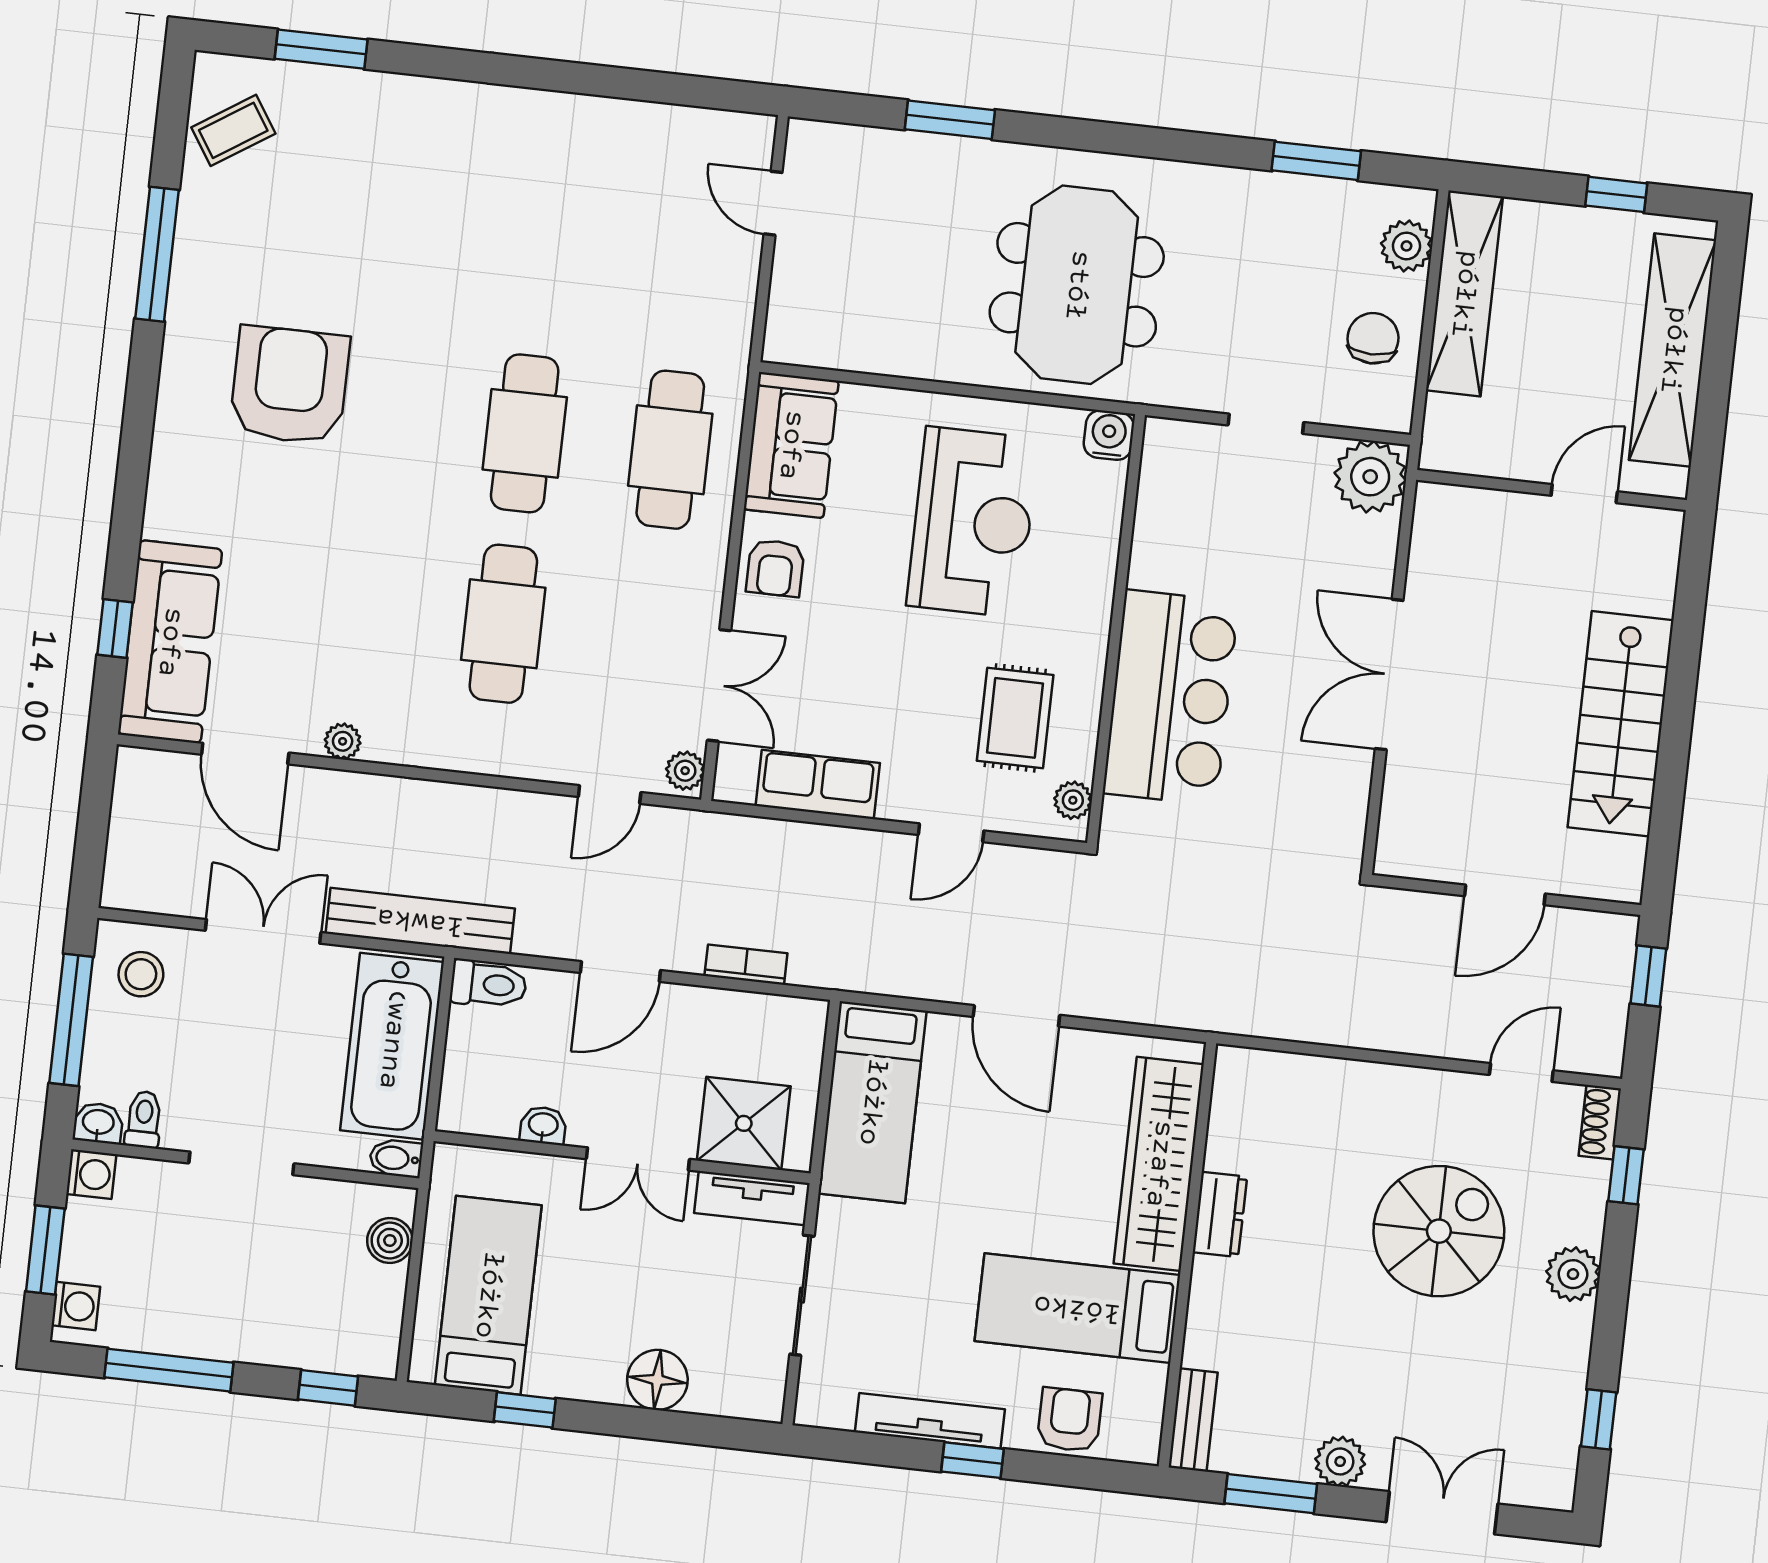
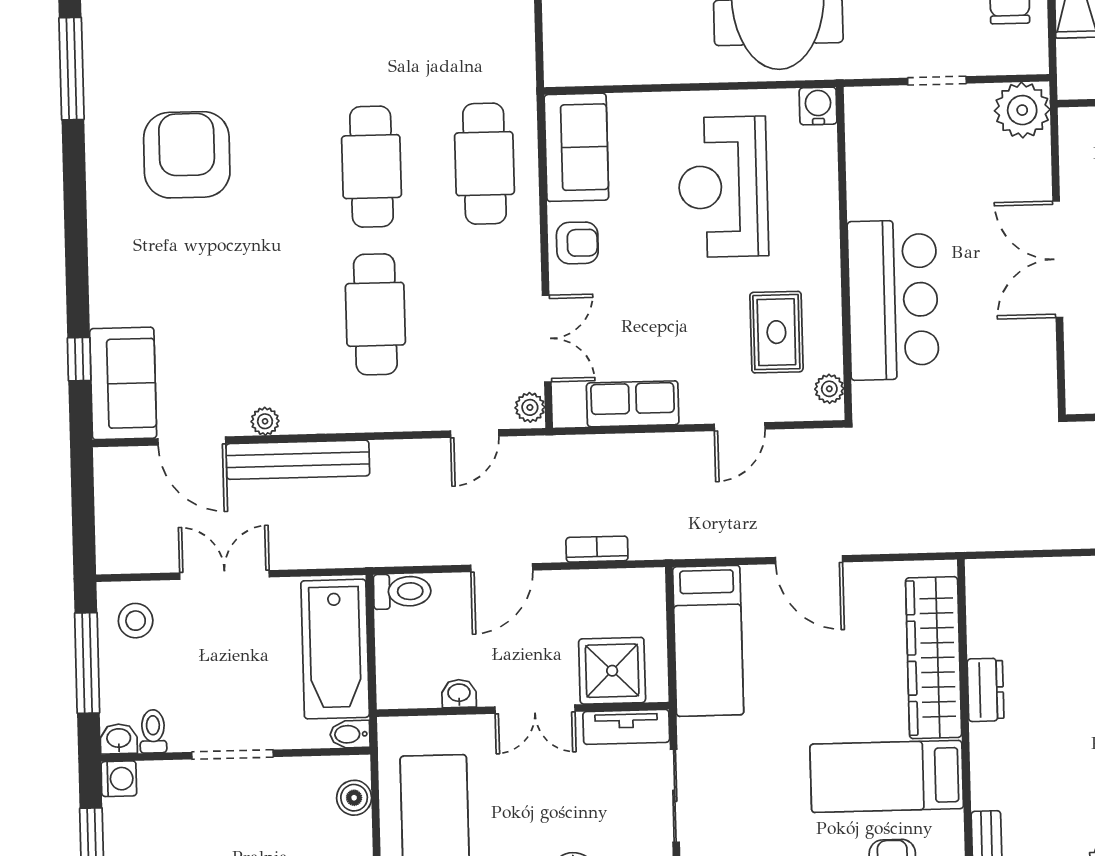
reception desk: (973, 522) -> (723, 187), turned 180
armchair: (775, 568) -> (577, 243), turned -90
sofa: (170, 642) -> (123, 383), width x0.73
bench: (420, 921) -> (298, 460), moved

